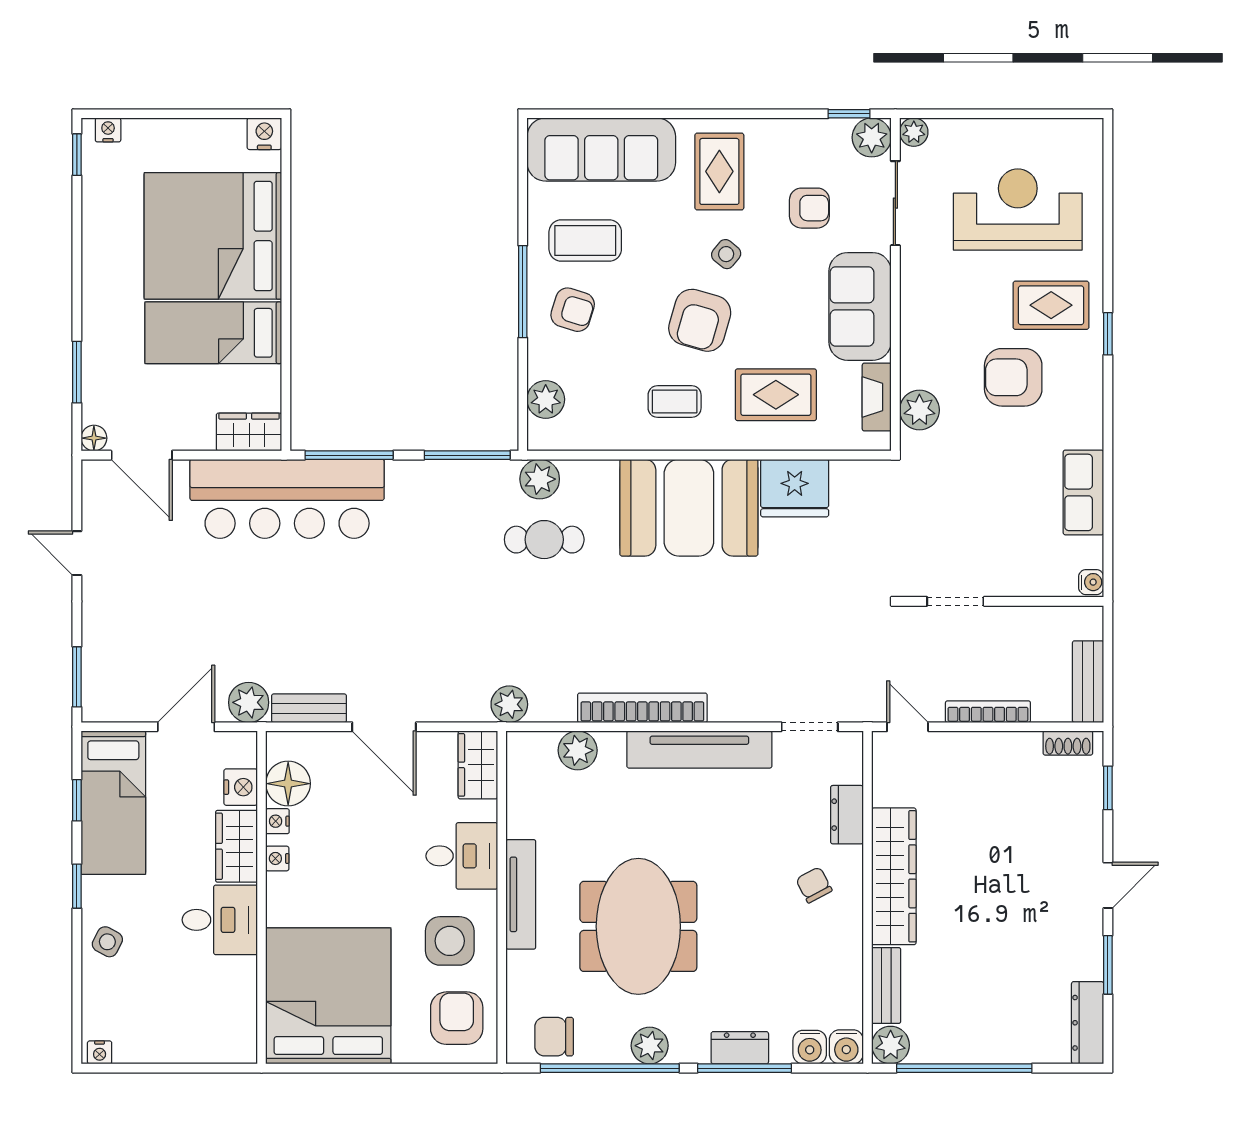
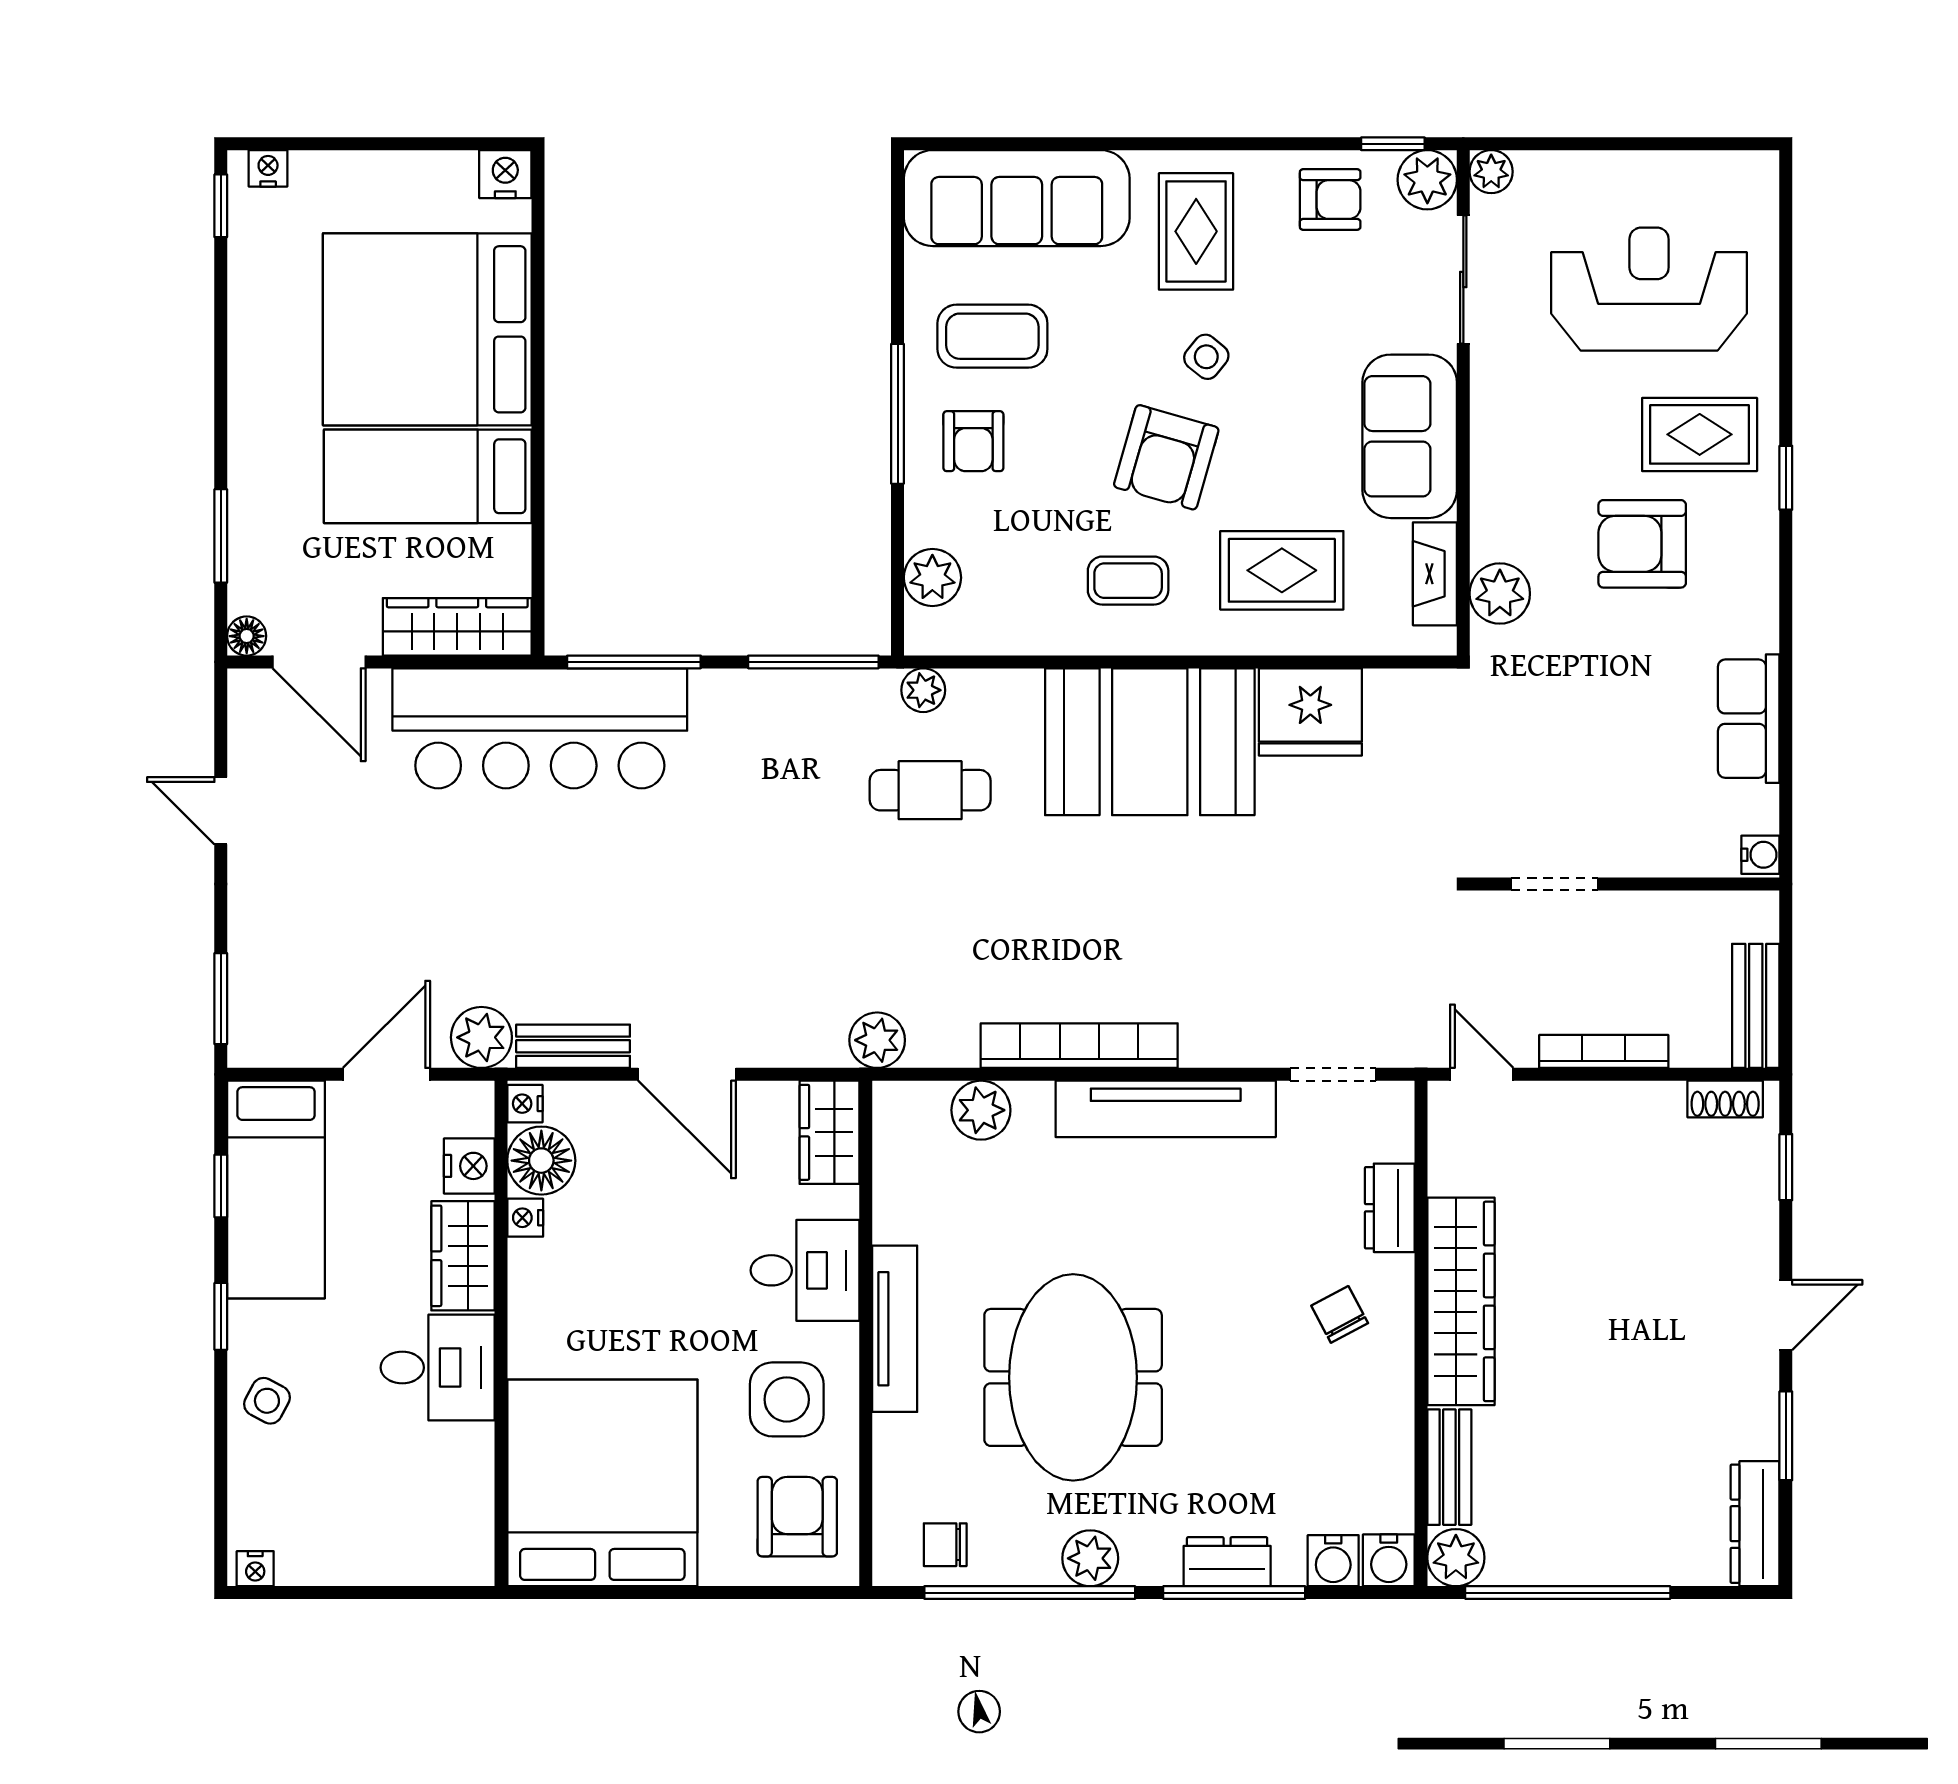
armchair: (809, 208) -> (1330, 200), moved
armchair: (573, 310) -> (973, 441), turned 73
wardrobe: (249, 432) -> (457, 627), width x1.50
plant: (540, 479) -> (923, 690), width x0.73, depth x0.73
nightstand: (277, 858) -> (525, 1104), moved
chair: (554, 1037) -> (945, 1545), width x0.73, depth x0.73

